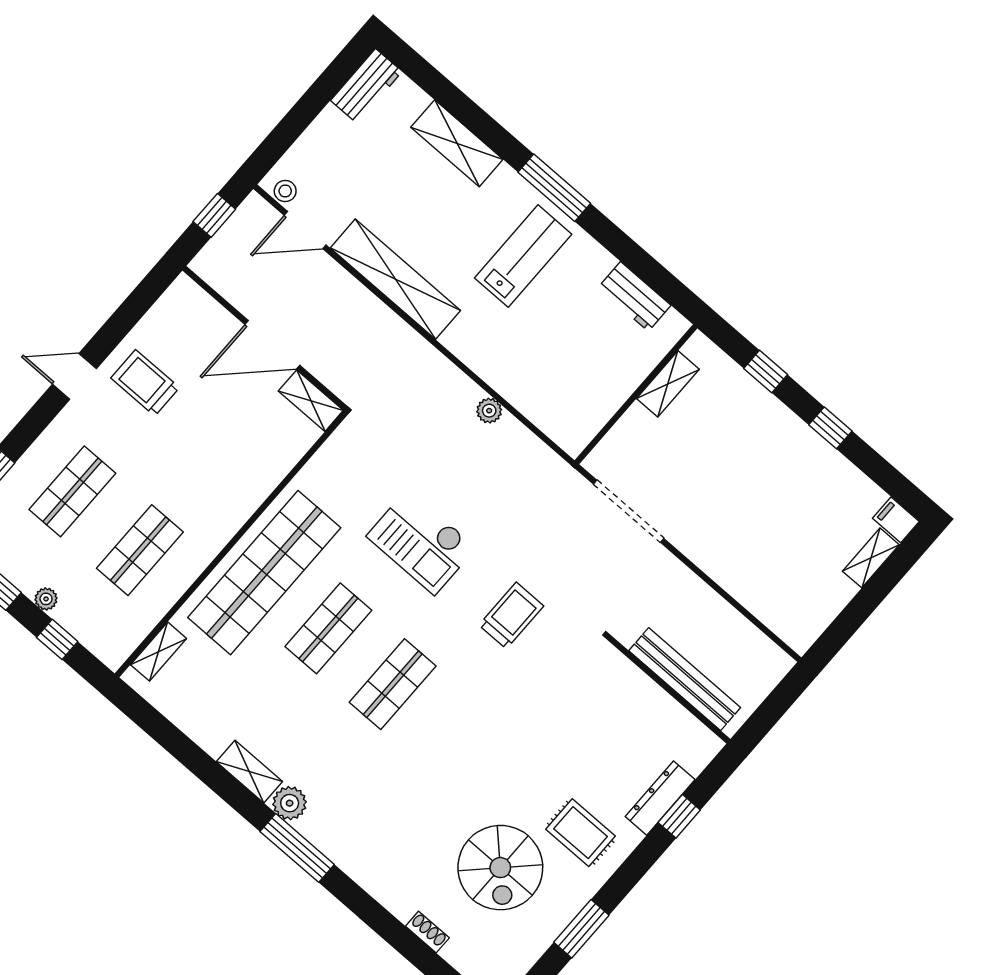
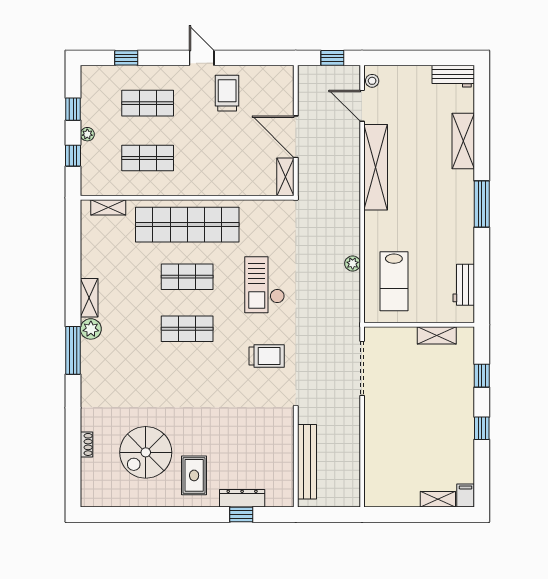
lab bench: (523, 256) -> (394, 281), moved, turned 90
window: (581, 929) -> (150, 514), removed

